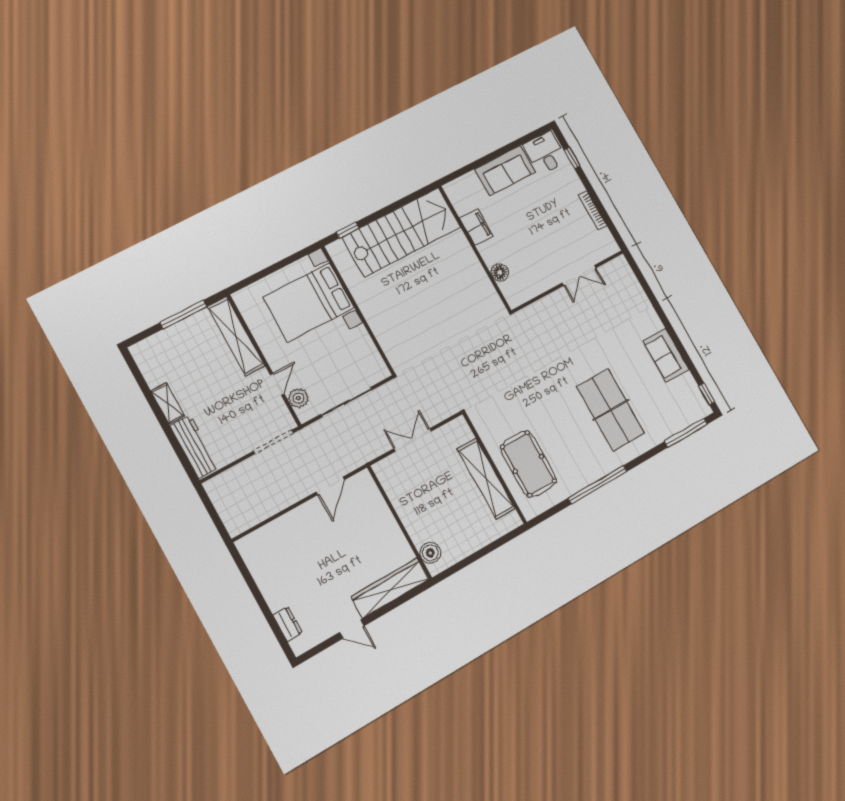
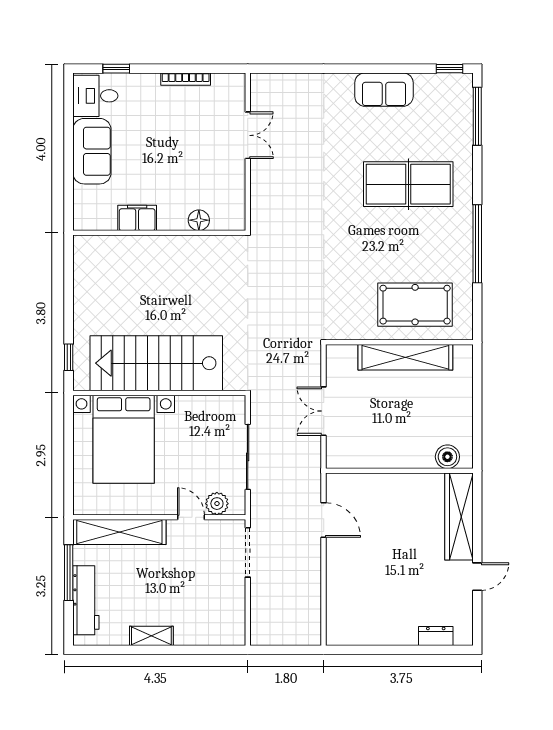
stairs: (402, 232) -> (156, 363), moved, turned -90
workbench: (194, 447) -> (86, 600), moved, turned 90

